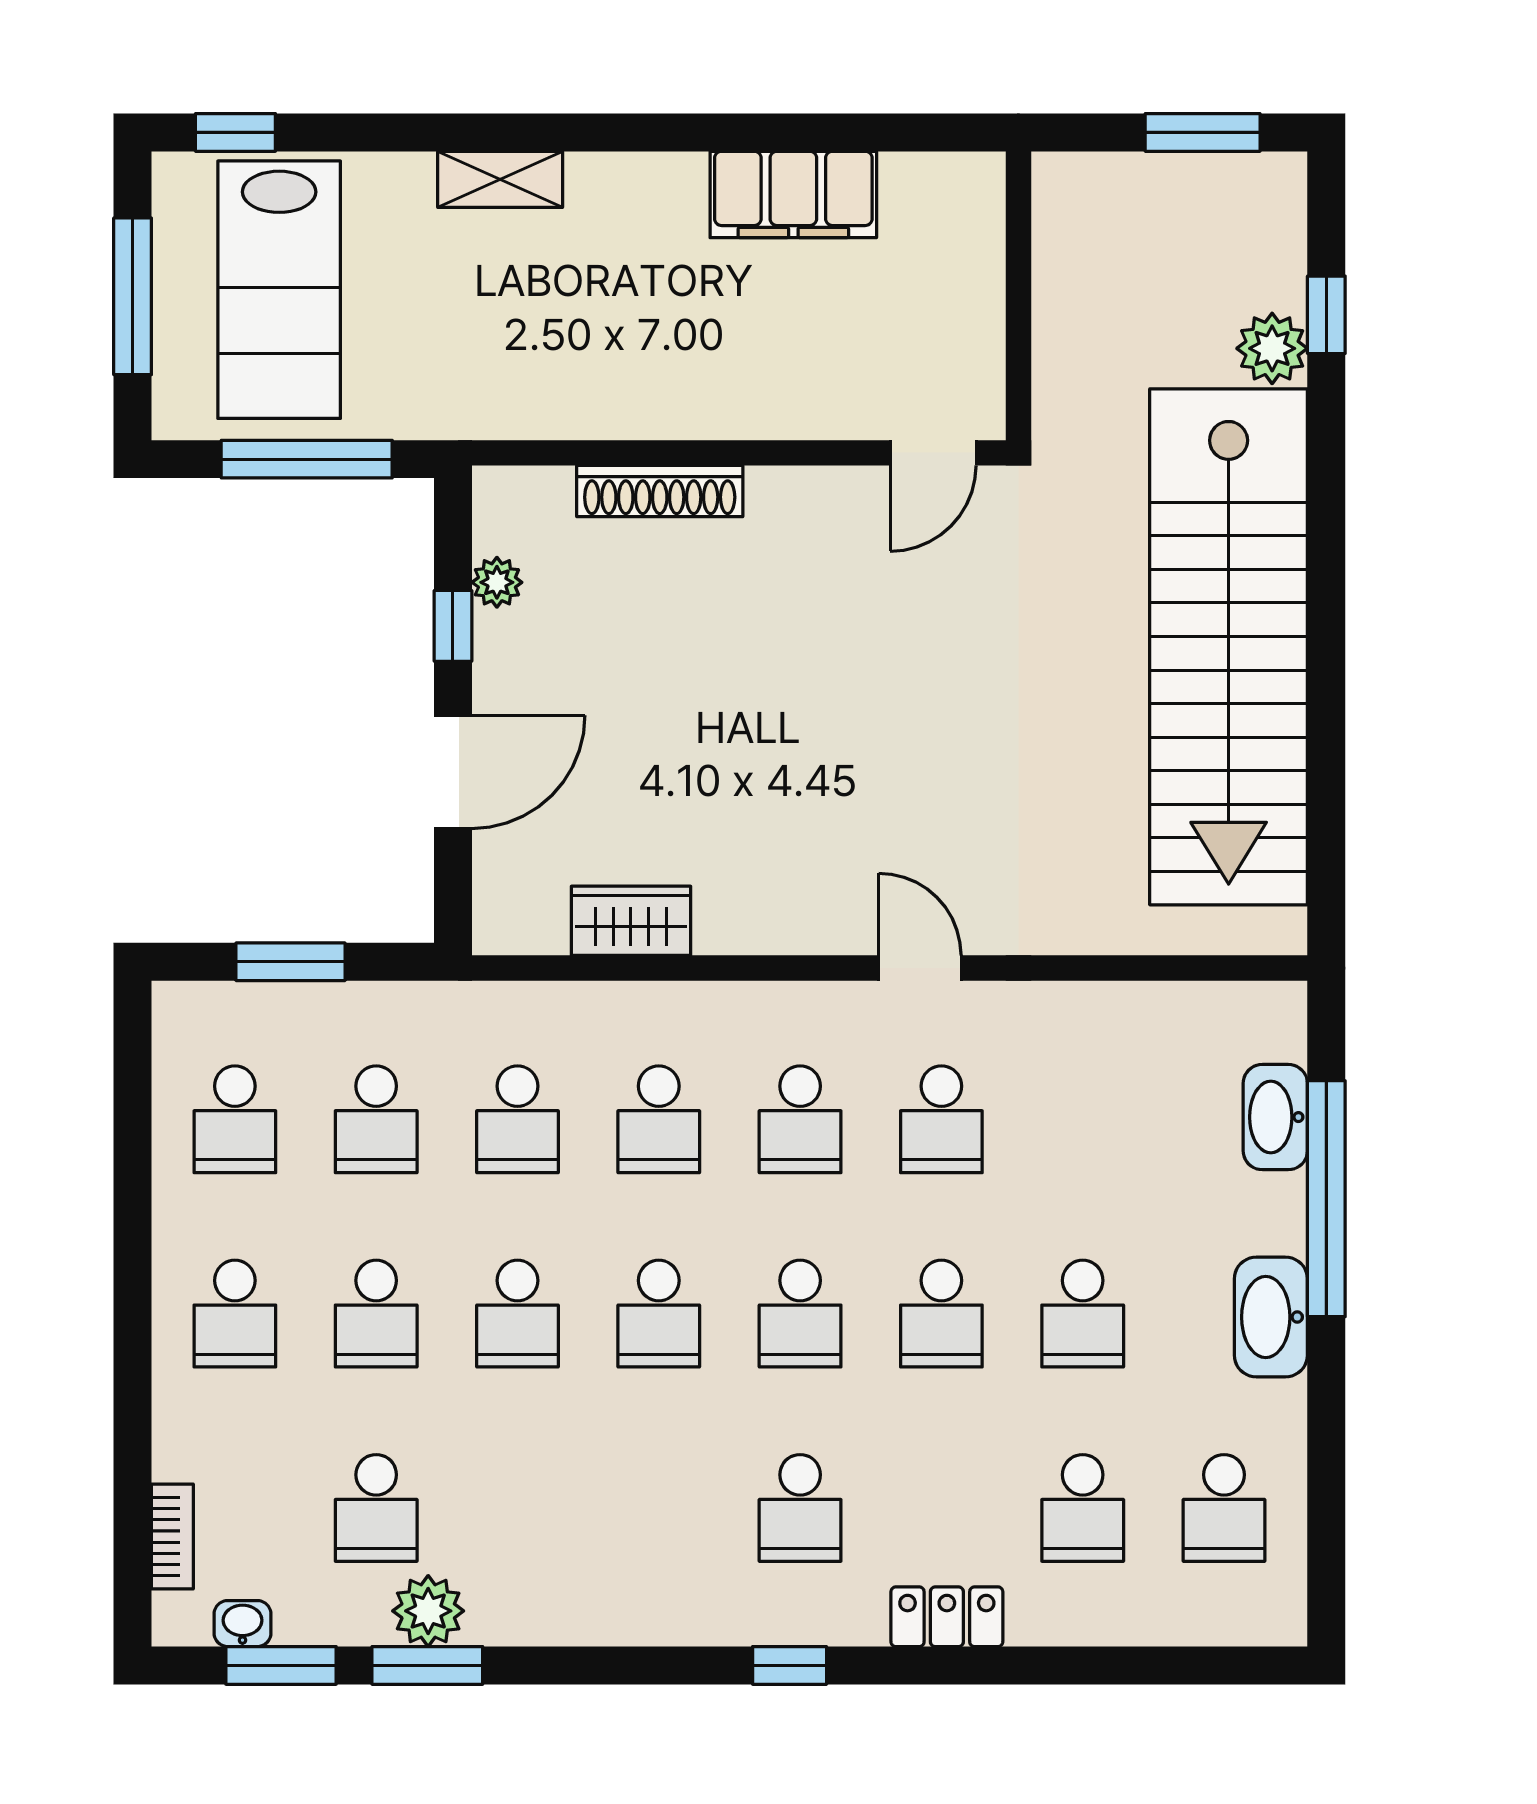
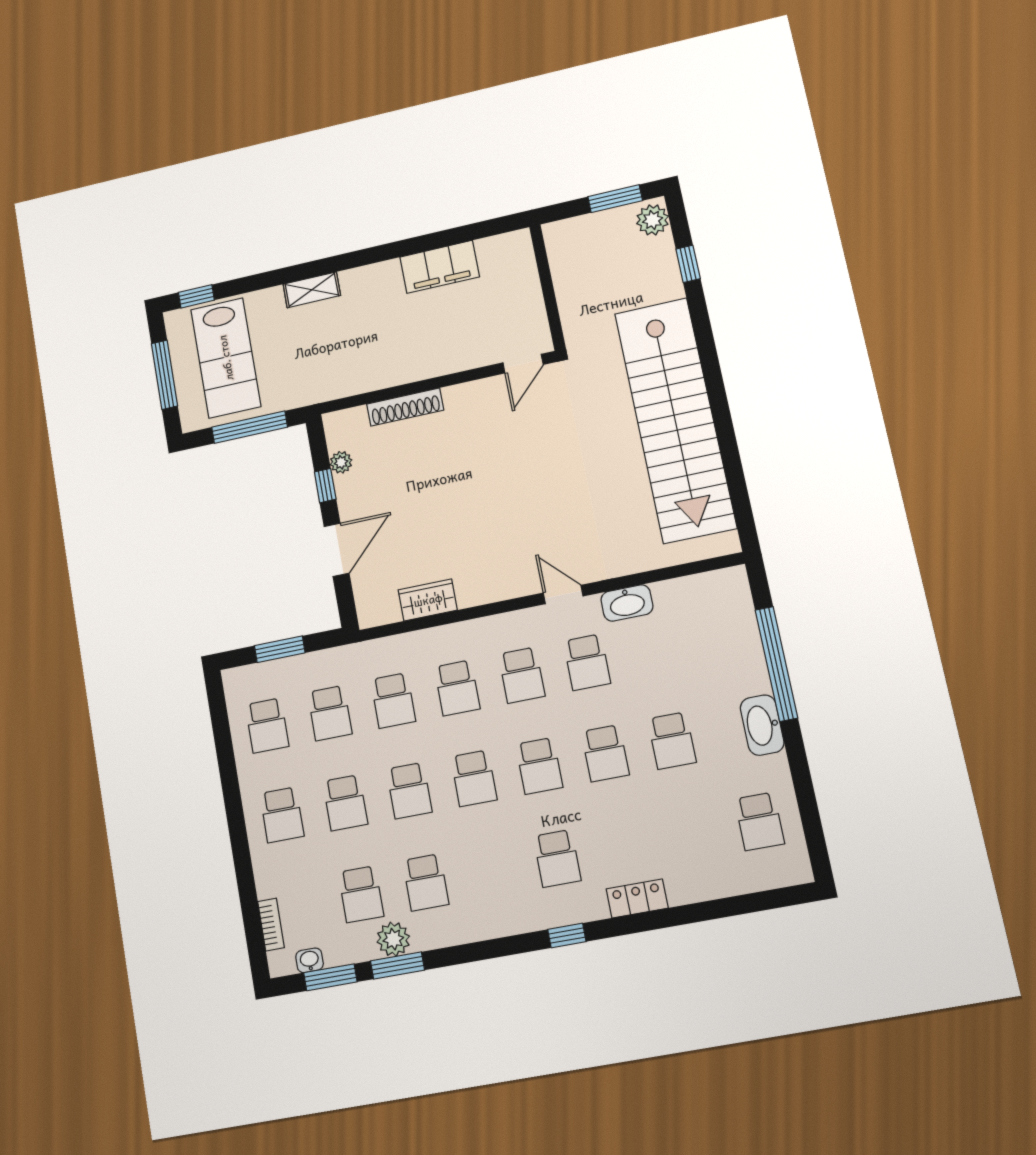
plant: (1272, 348) -> (653, 220), moved
washbasin: (1275, 1117) -> (627, 603), moved, turned -90
school desk: (1083, 1508) -> (426, 882), moved

